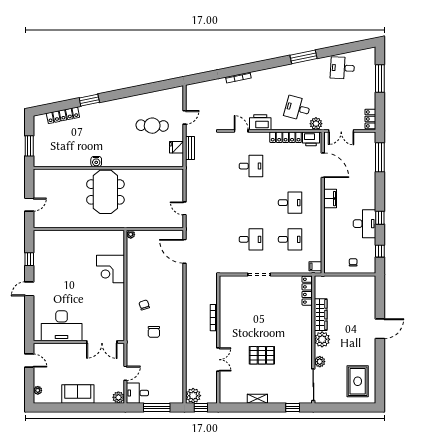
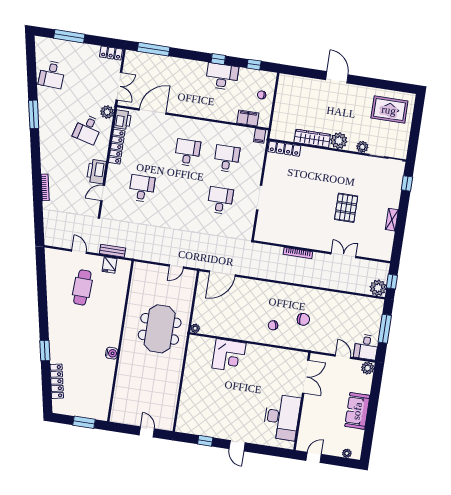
meeting table: (105, 192) -> (160, 329), moved, turned 90
filing cabinet: (330, 199) -> (248, 118), moved

